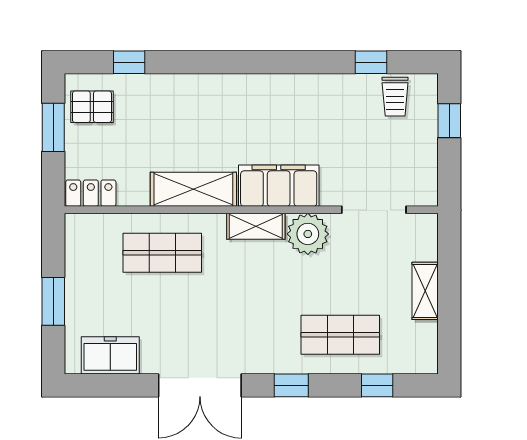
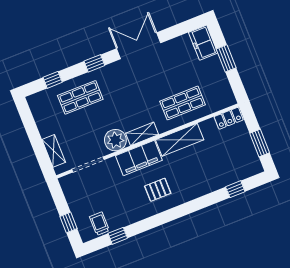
pallet: (92, 107) -> (158, 190), moved
shelving: (425, 291) -> (54, 151), moved
freezer: (110, 355) -> (203, 43), moved, turned 90

